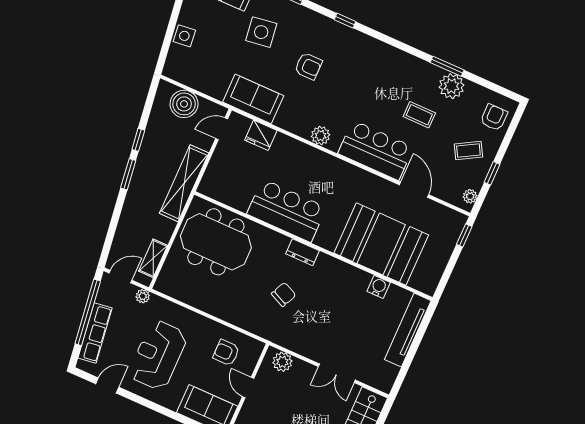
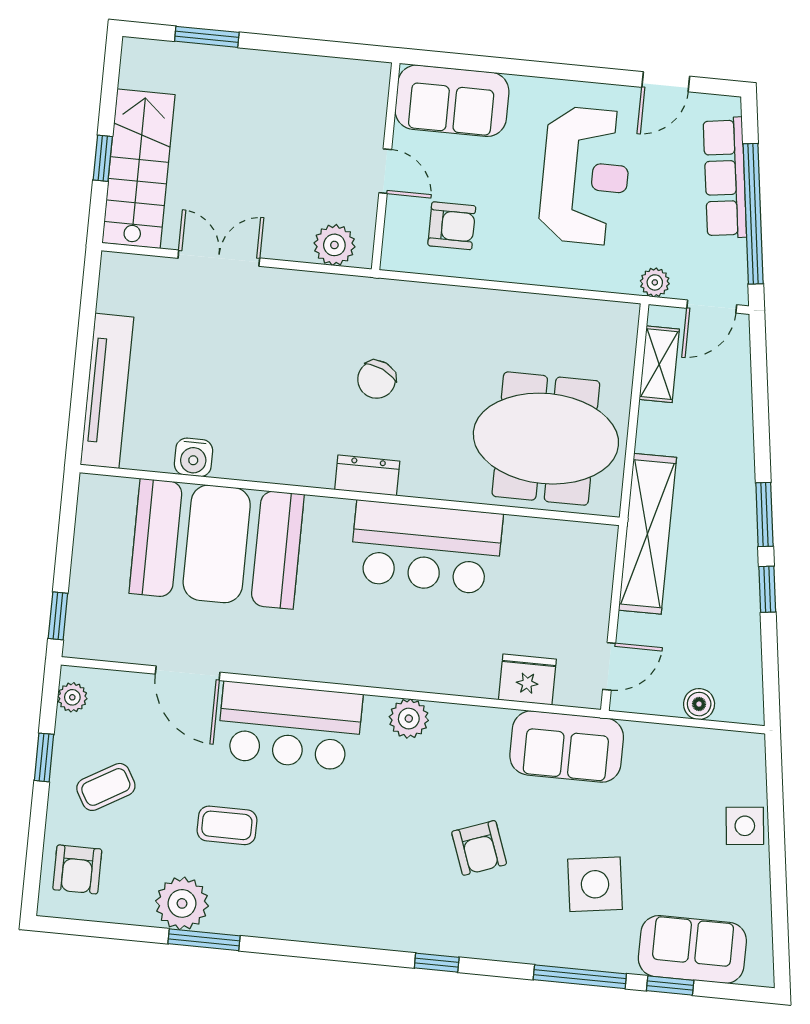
armchair: (308, 66) -> (479, 848), turned -110
boiler: (184, 104) -> (699, 704), width x0.54, depth x0.54

